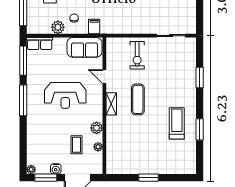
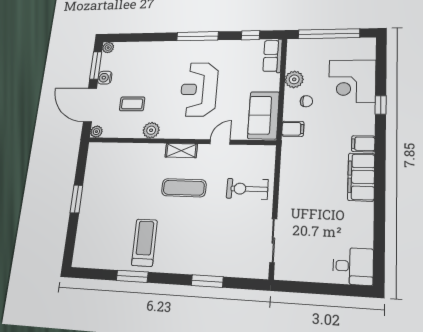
window: (23, 61) -> (250, 35), width x0.46
treadmill: (177, 123) -> (144, 243), turned -90
plant: (98, 147) -> (96, 132), moved

